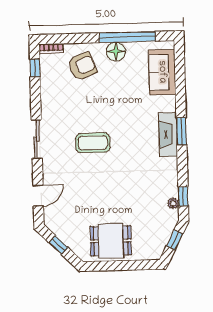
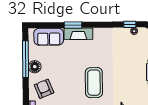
window: (181, 131) -> (73, 25), moved
fireplace: (168, 135) -> (78, 34), moved
coffee table: (93, 143) -> (94, 83), width x1.36, depth x1.32

